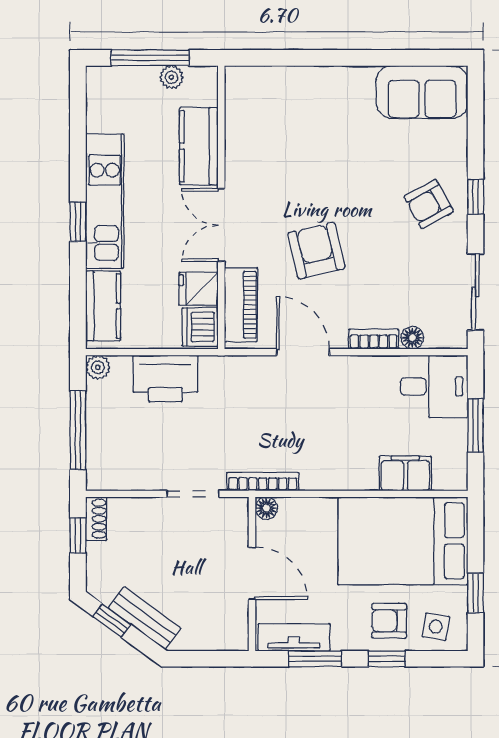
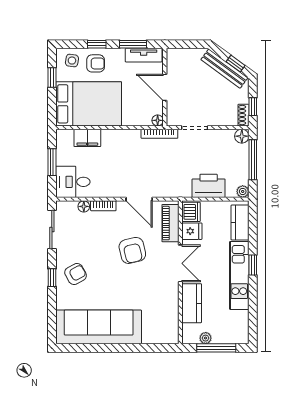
sofa: (422, 92) -> (99, 327), width x1.85, depth x1.27
floor lamp: (100, 477) -> (242, 136), added
bench: (144, 618) -> (224, 69), width x1.36

